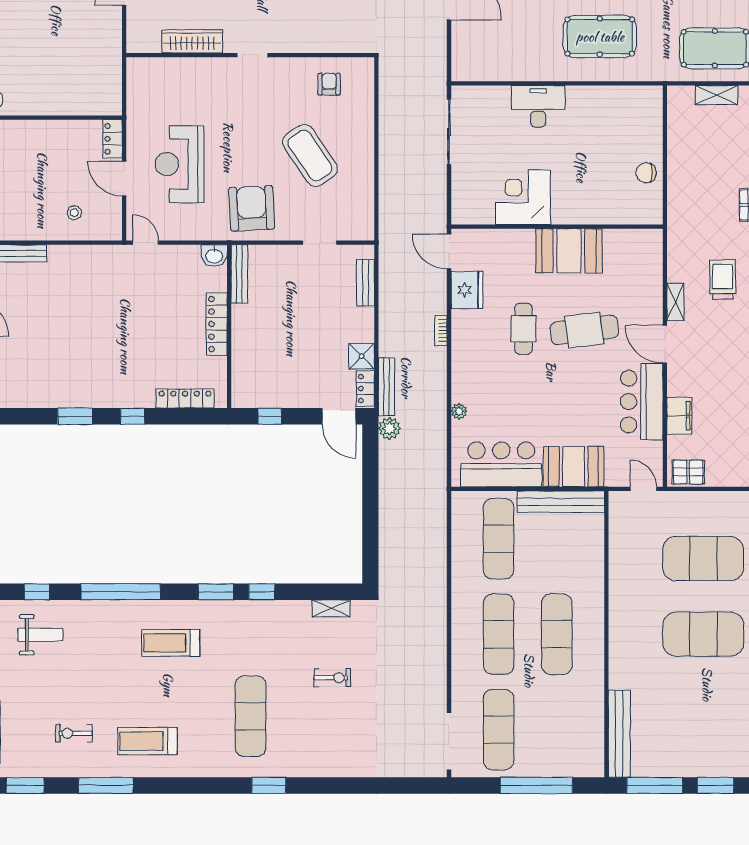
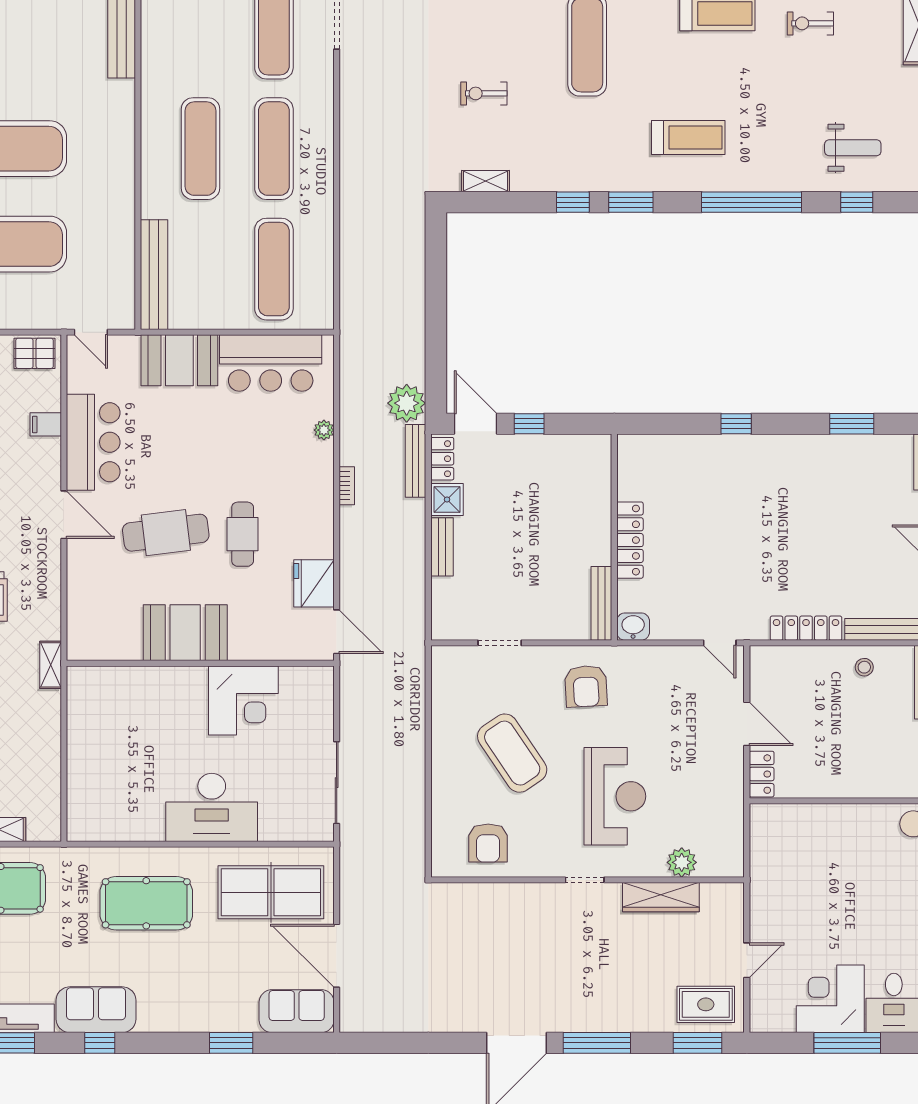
table tennis table: (501, 45) -> (271, 892), added
plant: (176, 69) -> (682, 862), added
armchair: (329, 84) -> (488, 843), width x1.38, depth x1.38
desk: (538, 106) -> (212, 807), width x1.36, depth x1.30
reception desk: (179, 164) -> (615, 796), moved
chair: (646, 173) -> (88, 731), removed
armchair: (252, 208) -> (586, 686), width x0.73, depth x0.73
stool: (74, 213) -> (864, 667), moved
bench: (366, 283) -> (442, 547), moved
shelving: (675, 302) -> (51, 665), moved
bookcase: (441, 331) -> (347, 486), moved
locker: (185, 398) -> (806, 628), moved, turned 180
window: (75, 416) -> (852, 424), moved
window: (270, 416) -> (529, 424), moved
filing cabinet: (679, 416) -> (46, 424), width x0.50
plant: (390, 428) -> (407, 403), width x1.36, depth x1.36
bench: (561, 502) -> (154, 275), moved, turned 90
weight bench: (40, 635) -> (853, 148), turned 180
exercise bike: (74, 733) -> (810, 23), turned 180

